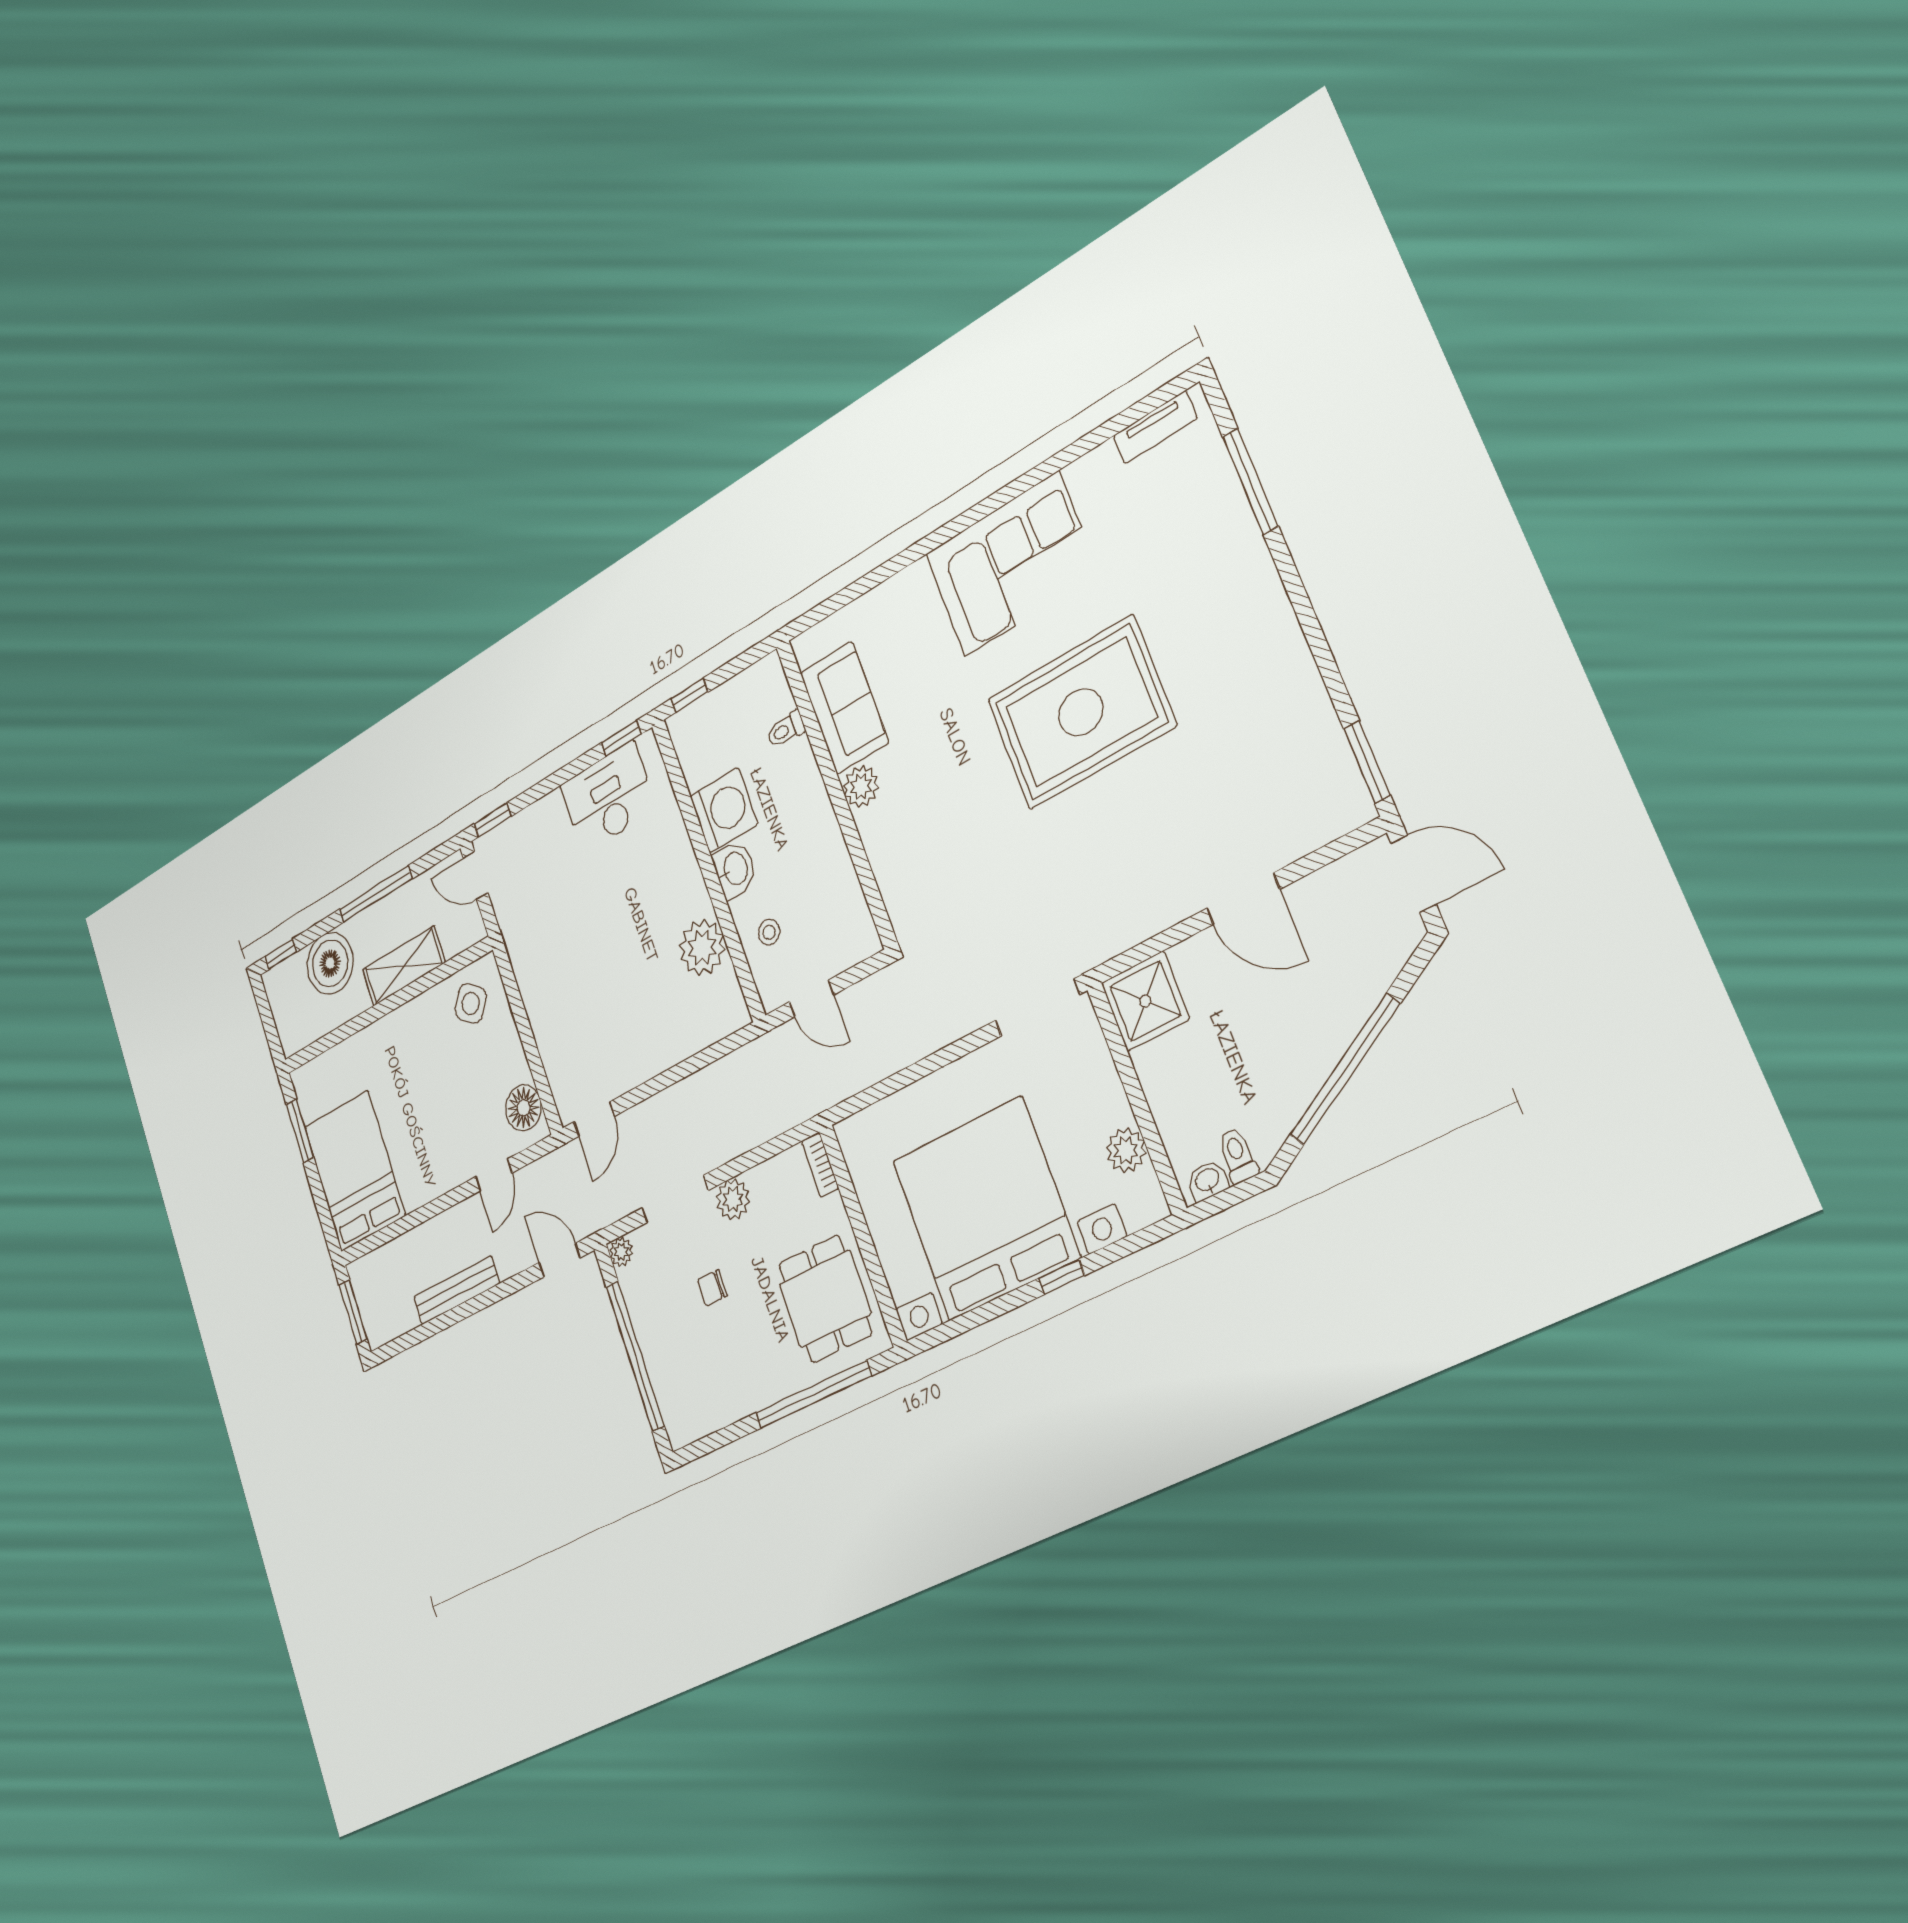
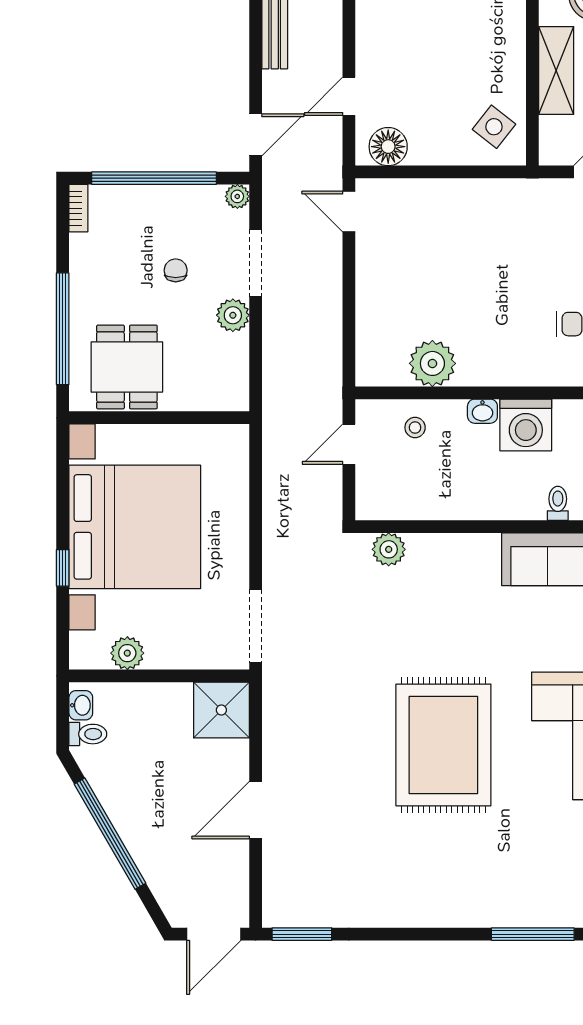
plant: (861, 786) -> (389, 549), moved
washbasin: (735, 869) -> (482, 411), width x0.72, depth x0.69
bookcase: (820, 1165) -> (78, 208), moved, turned 90
door: (494, 1175) -> (349, 96), hinge flipped
dining table: (825, 1299) -> (127, 367), turned 90

